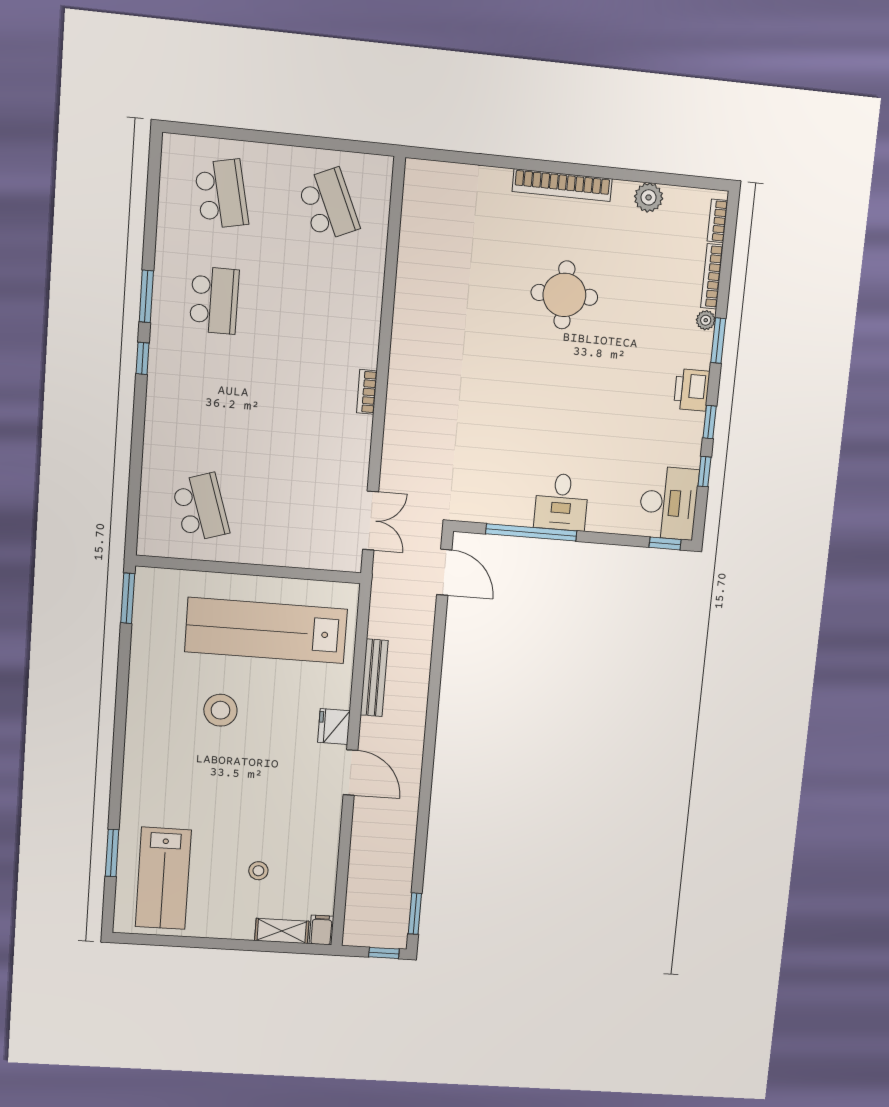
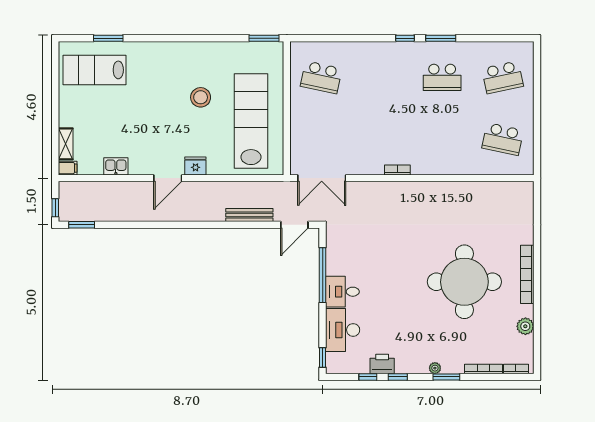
school desk: (328, 205) -> (503, 139), turned 36
round table: (564, 295) -> (464, 282), width x1.86, depth x1.86
plant: (706, 320) -> (435, 368), moved
printer: (692, 390) -> (382, 364), moved
desk: (668, 503) -> (343, 330), moved, turned 90
school desk: (200, 508) -> (321, 77), turned 30
double door: (371, 521) -> (322, 178), width x1.37
bench: (374, 678) -> (249, 215), moved
kitchen sink: (325, 854) -> (116, 166), added
stool: (258, 871) -> (103, 127), removed

